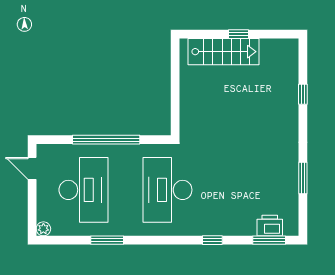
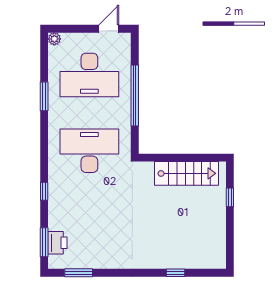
window: (239, 34) -> (230, 197), moved
stairs: (224, 52) -> (187, 173), moved, turned -90
window: (303, 178) -> (79, 273), moved

